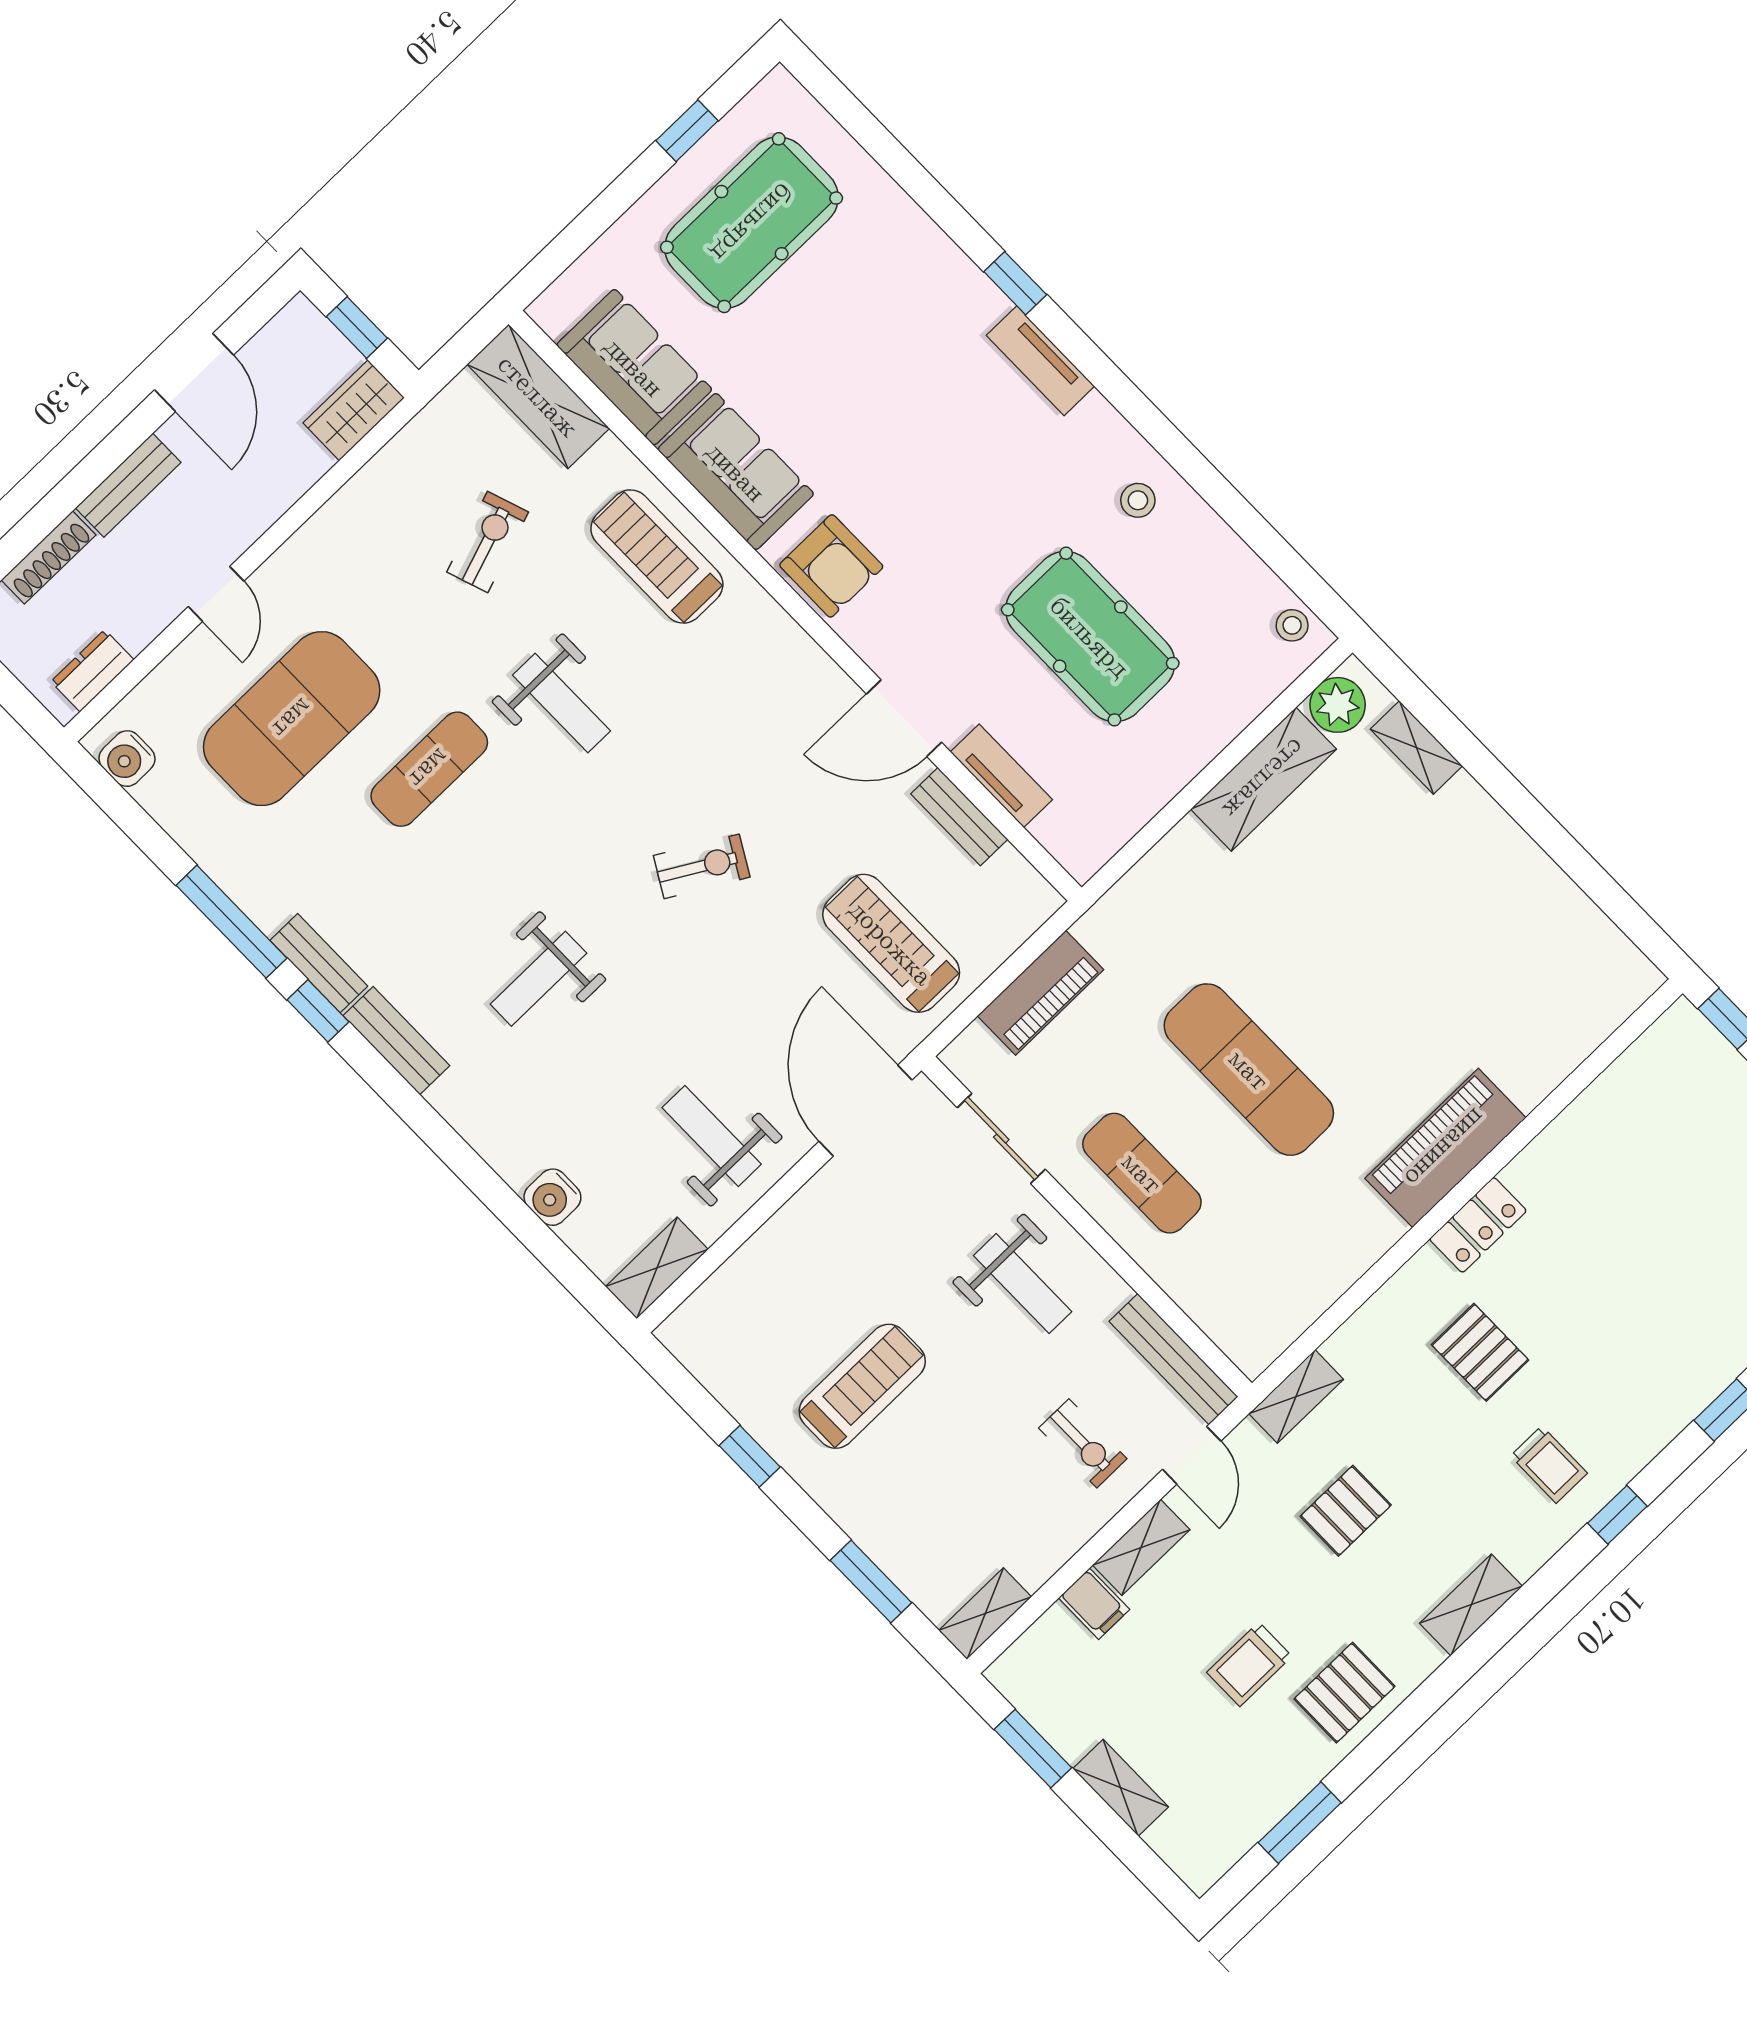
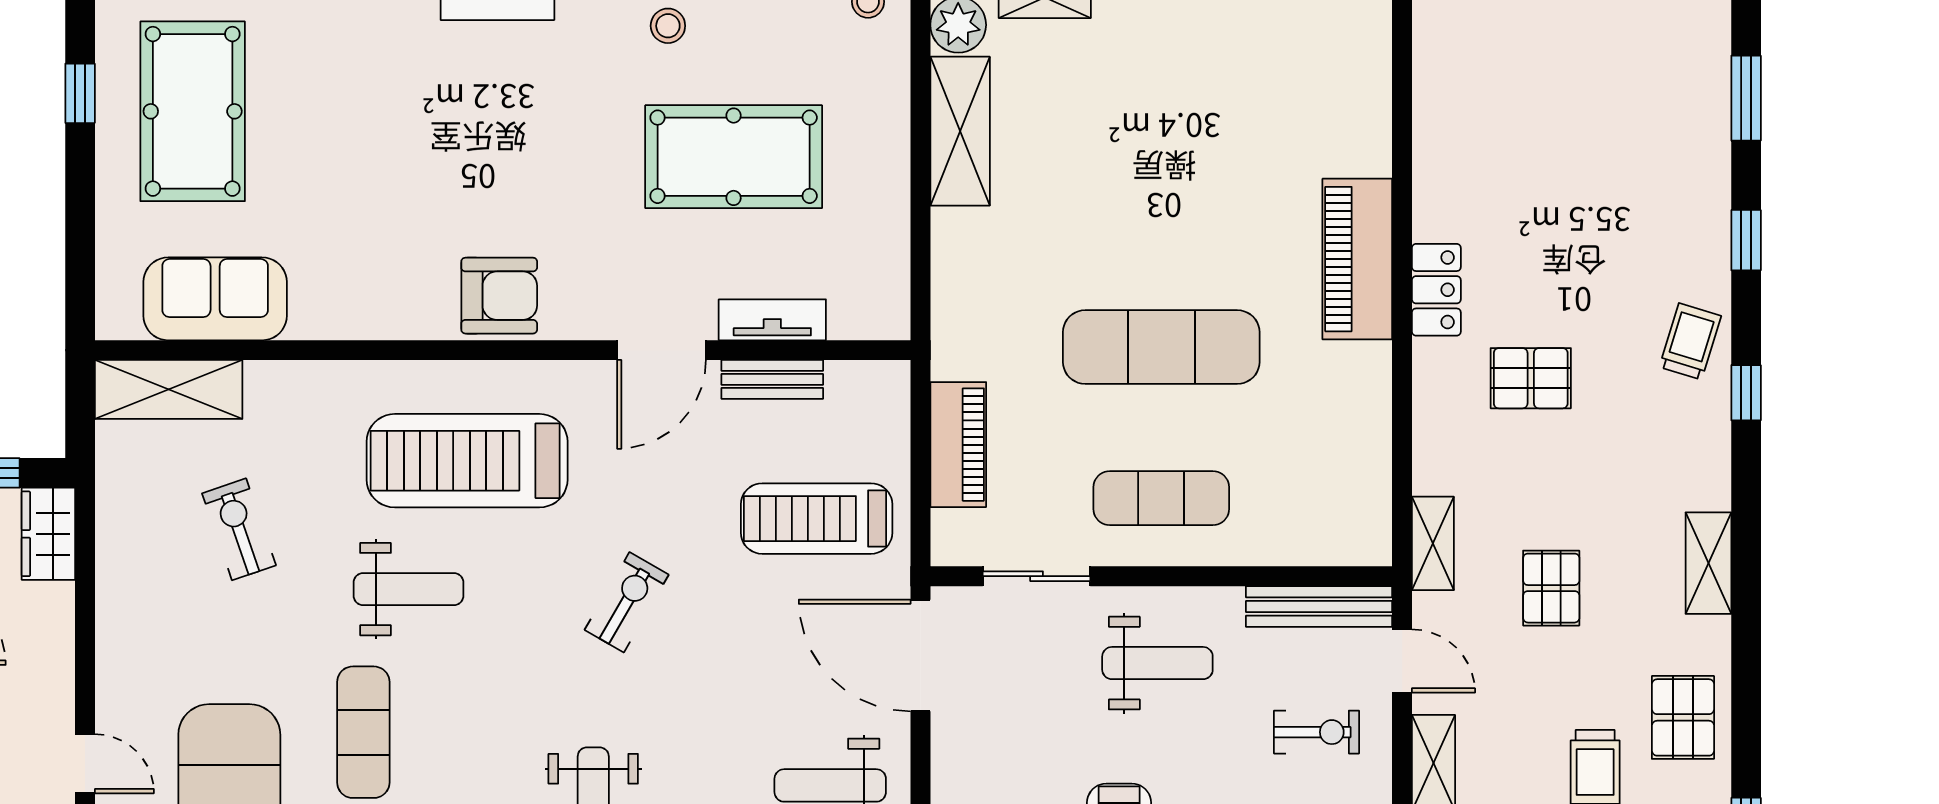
sofa: (736, 472) -> (363, 299), removed
treadmill: (657, 557) -> (467, 461), moved, width x1.37, depth x1.38
trolley: (1549, 1465) -> (1690, 341), moved, turned -73

